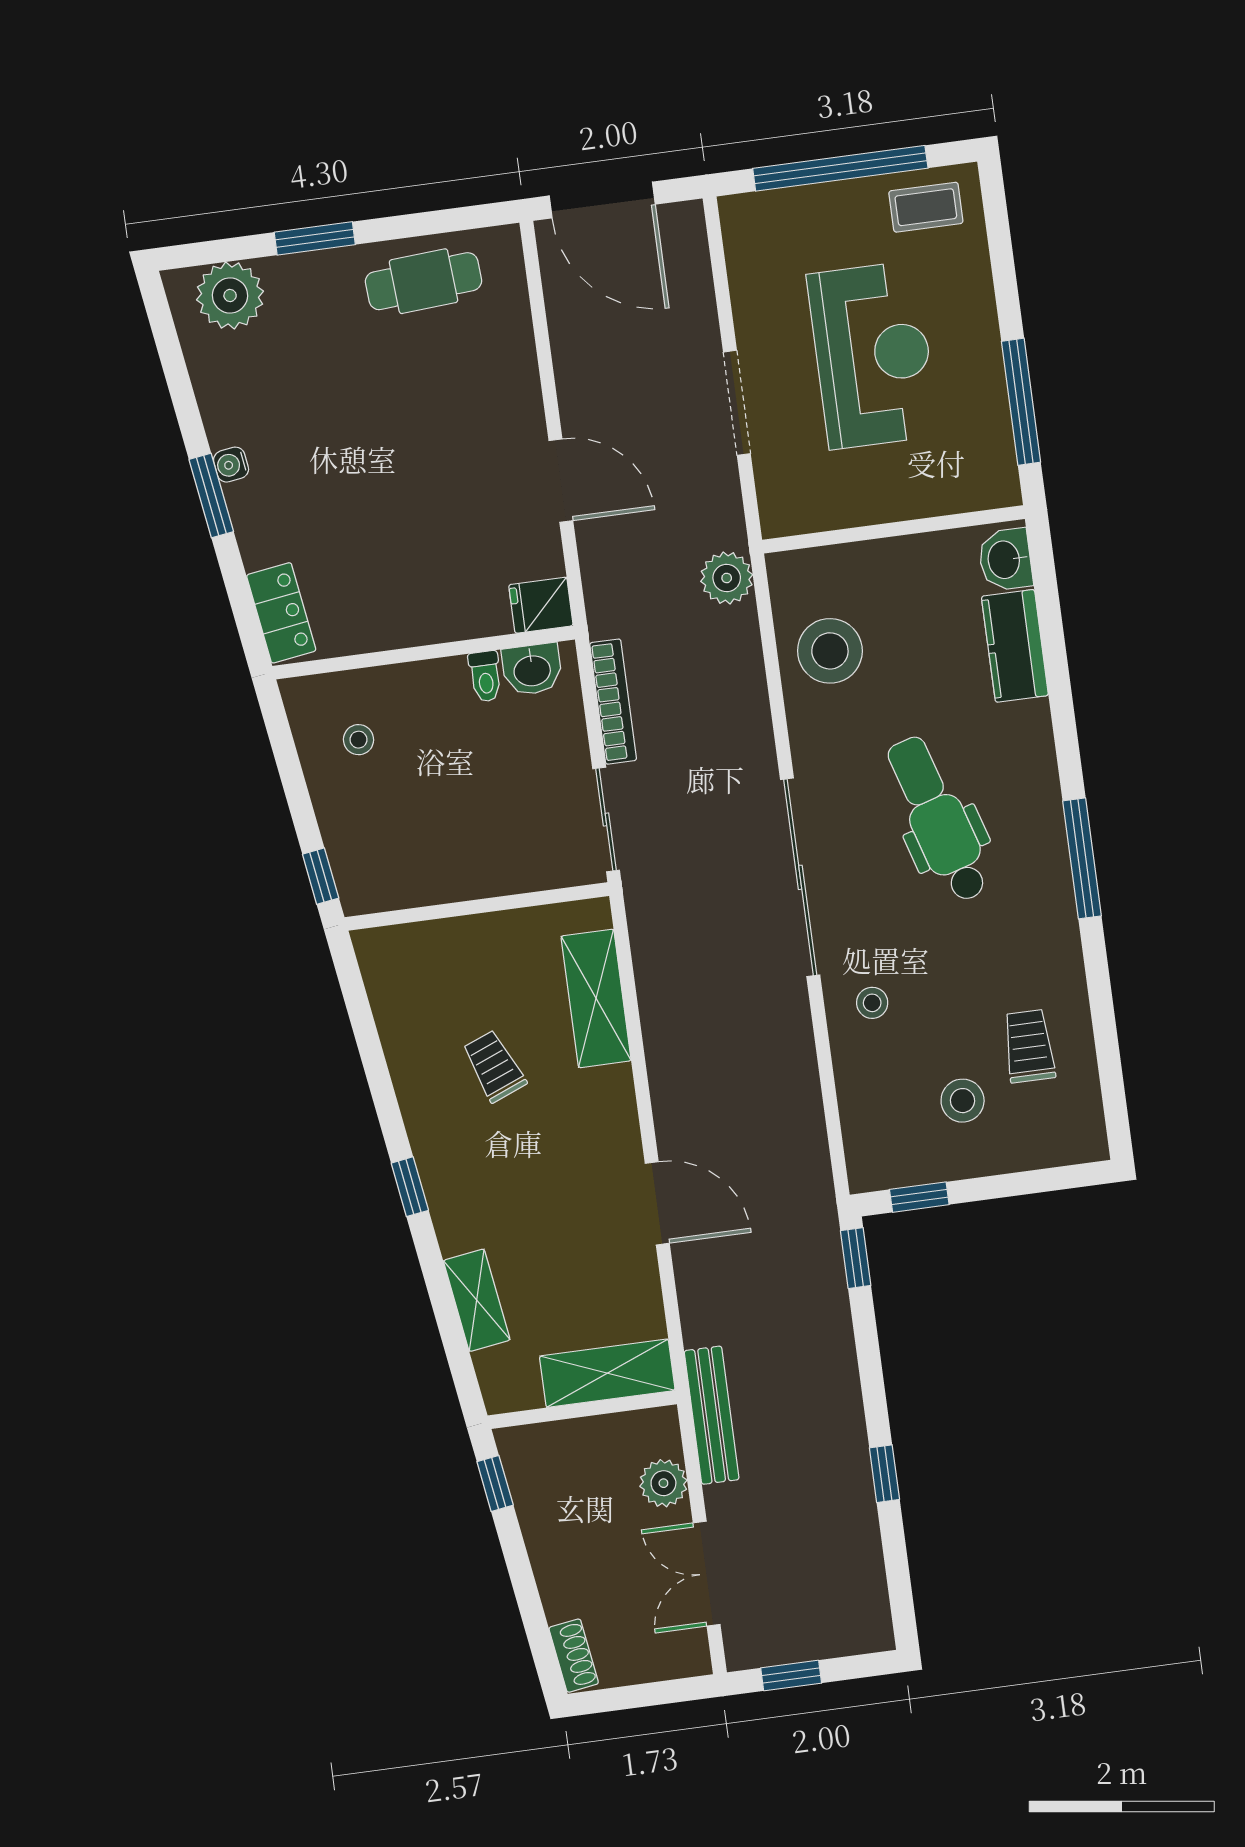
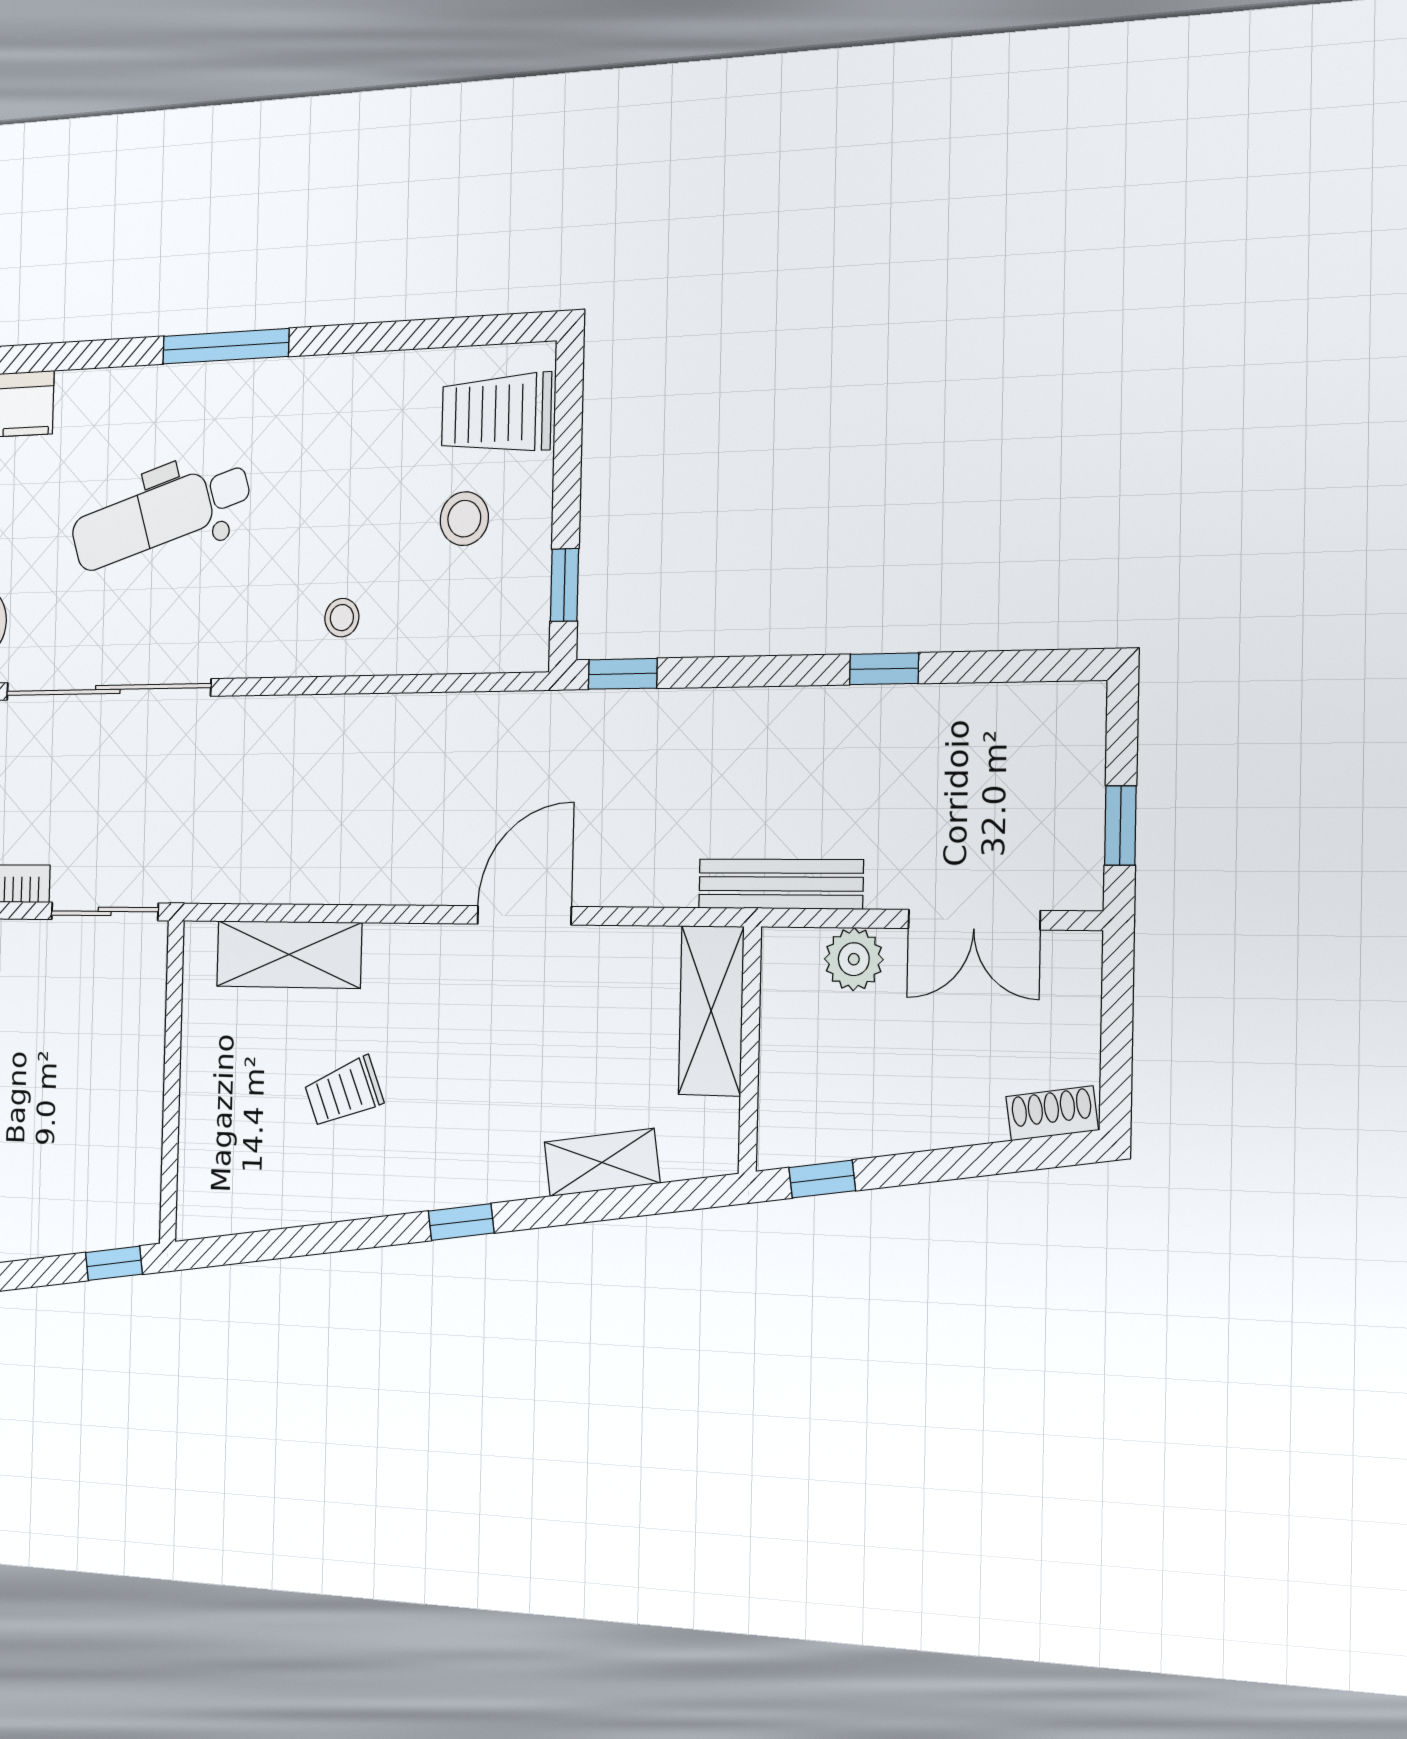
sliding door: (800, 877) -> (108, 689), moved
trolley: (1029, 1046) -> (496, 413), moved, width x1.36, depth x1.39

